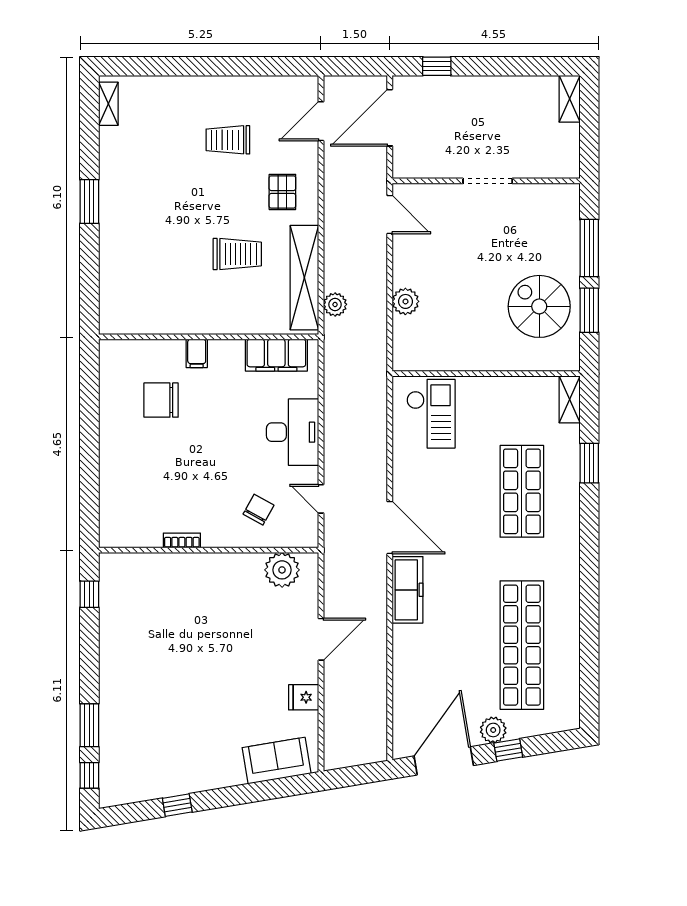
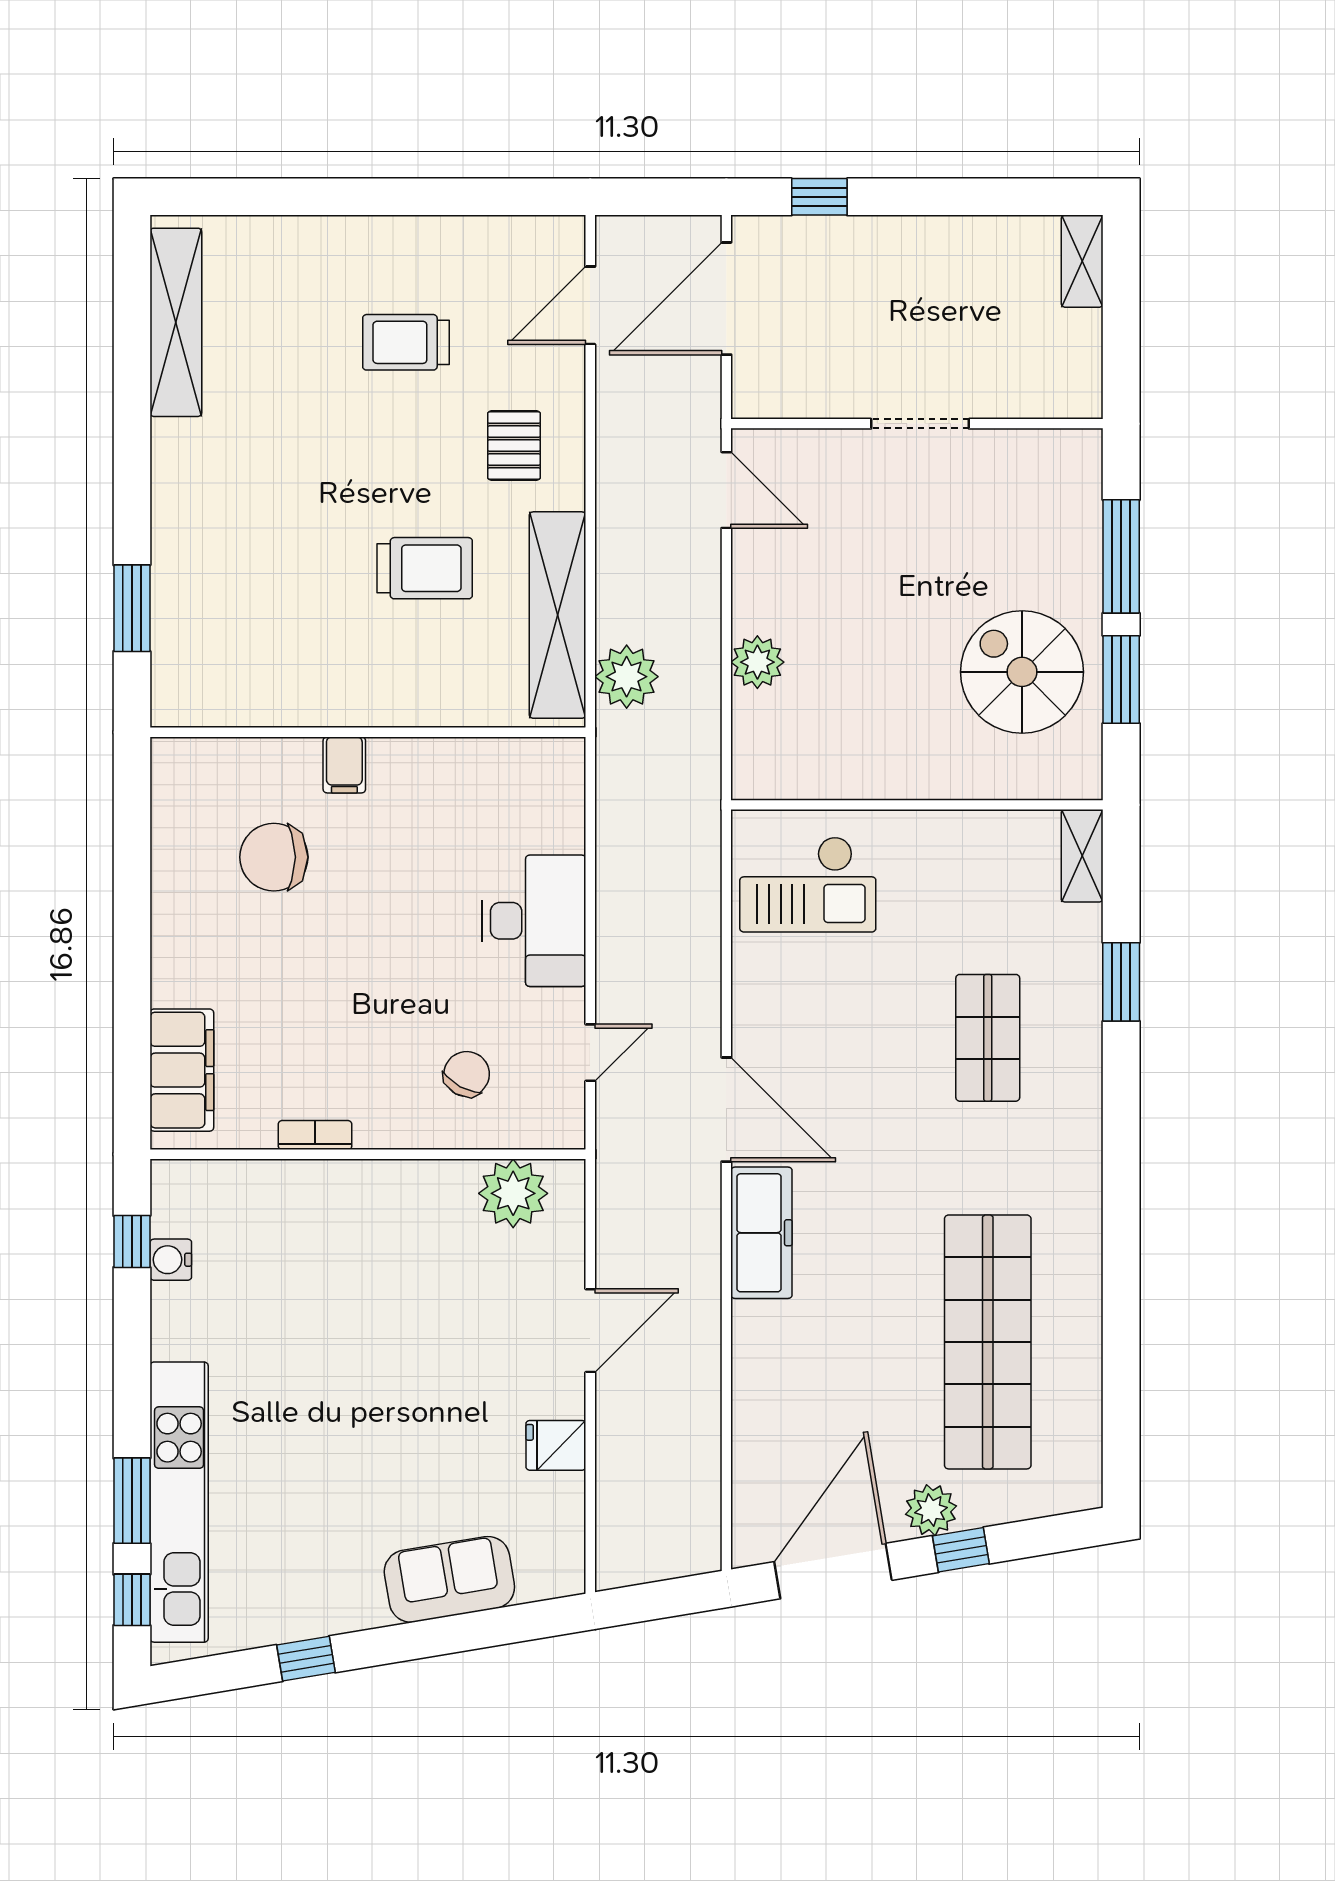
shelving: (108, 104) -> (176, 322), width x2.20, depth x1.33
window: (89, 202) -> (132, 608), moved
plant: (335, 304) -> (627, 677), width x1.36, depth x1.36
filing cabinet: (276, 355) -> (182, 1070), moved, turned -90
checkout: (431, 414) -> (808, 884), turned 90
shop shelf: (522, 491) -> (988, 1038), width x0.70, depth x0.74
door: (321, 499) -> (590, 1053), swing flipped
water cooler: (109, 603) -> (171, 1260), added
kitchen unit: (113, 726) -> (179, 1502), added
sofa: (277, 761) -> (449, 1579), moved

